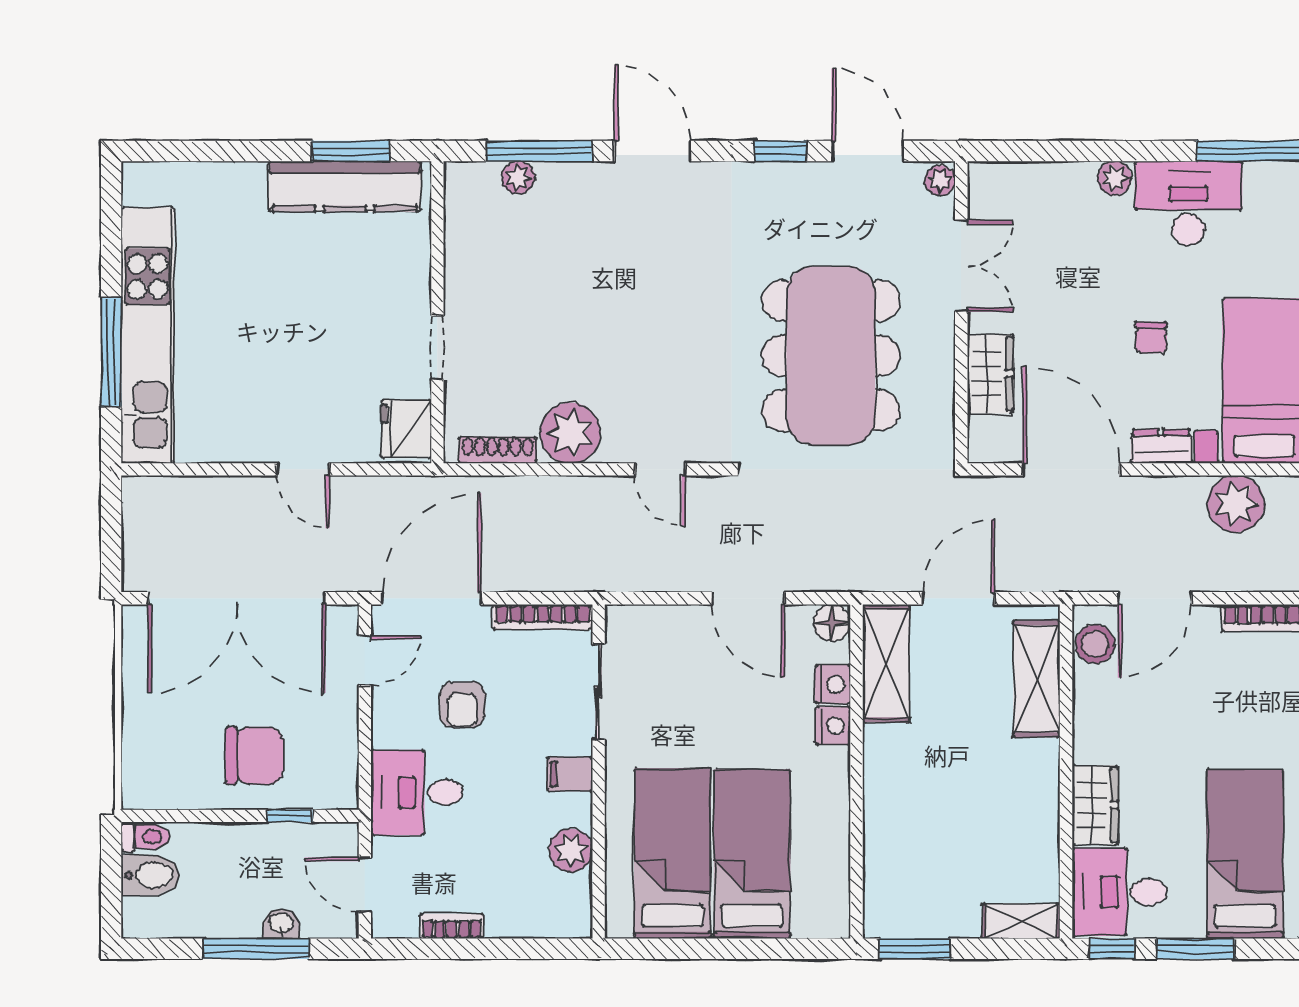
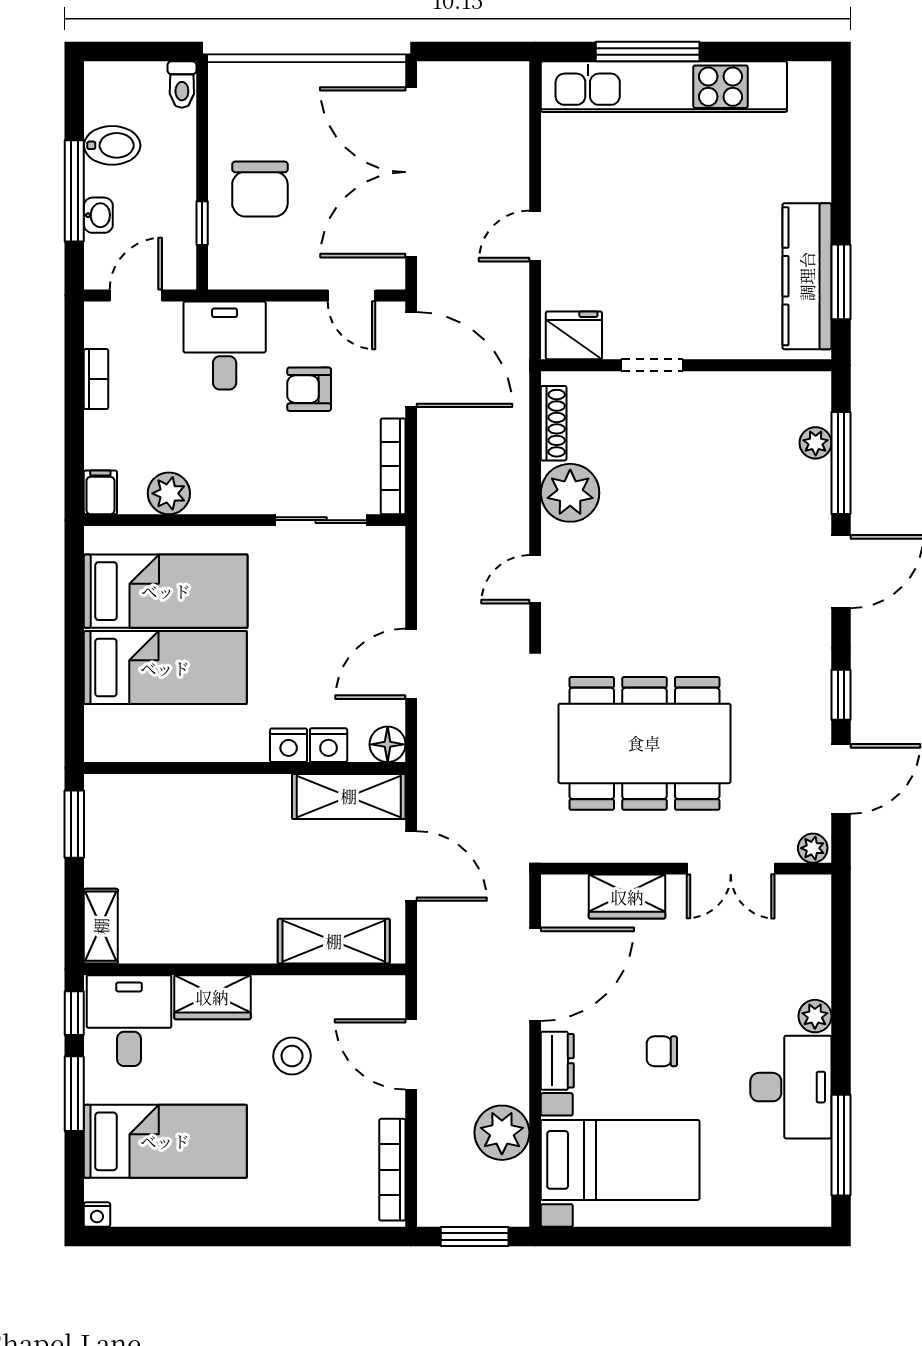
stool: (1095, 644) -> (292, 1056), moved
filing cabinet: (570, 774) -> (100, 492), moved
bidet: (150, 875) -> (112, 145), moved, turned -90

